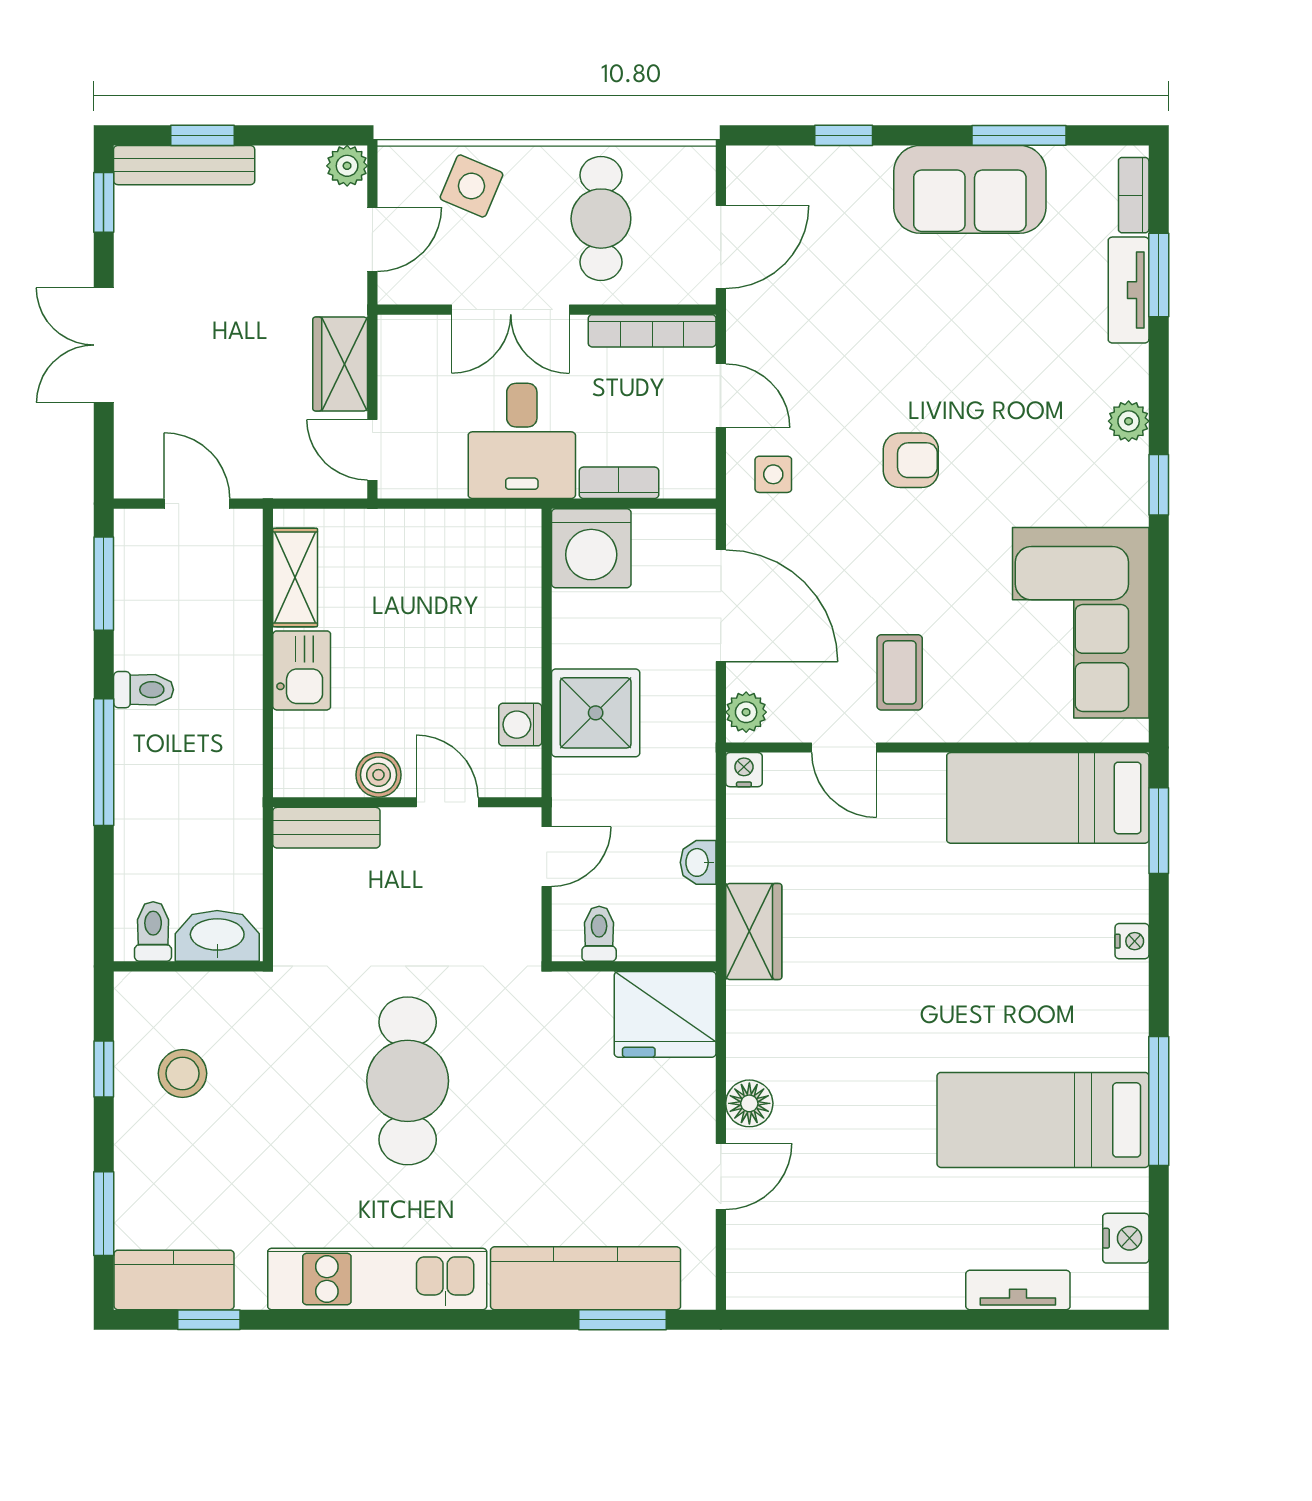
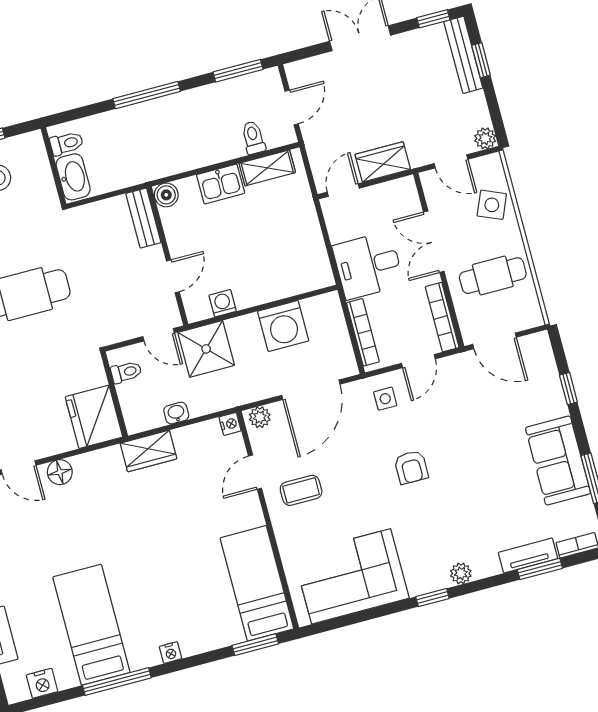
bookcase: (619, 483) -> (363, 332), width x1.56
washing machine: (591, 548) -> (283, 326), moved, turned -90
toilet: (143, 690) -> (253, 138), moved, turned 180
shower: (596, 713) -> (206, 349), moved
boiler: (378, 775) -> (166, 195), moved
nightstand: (1132, 941) -> (171, 653), moved

